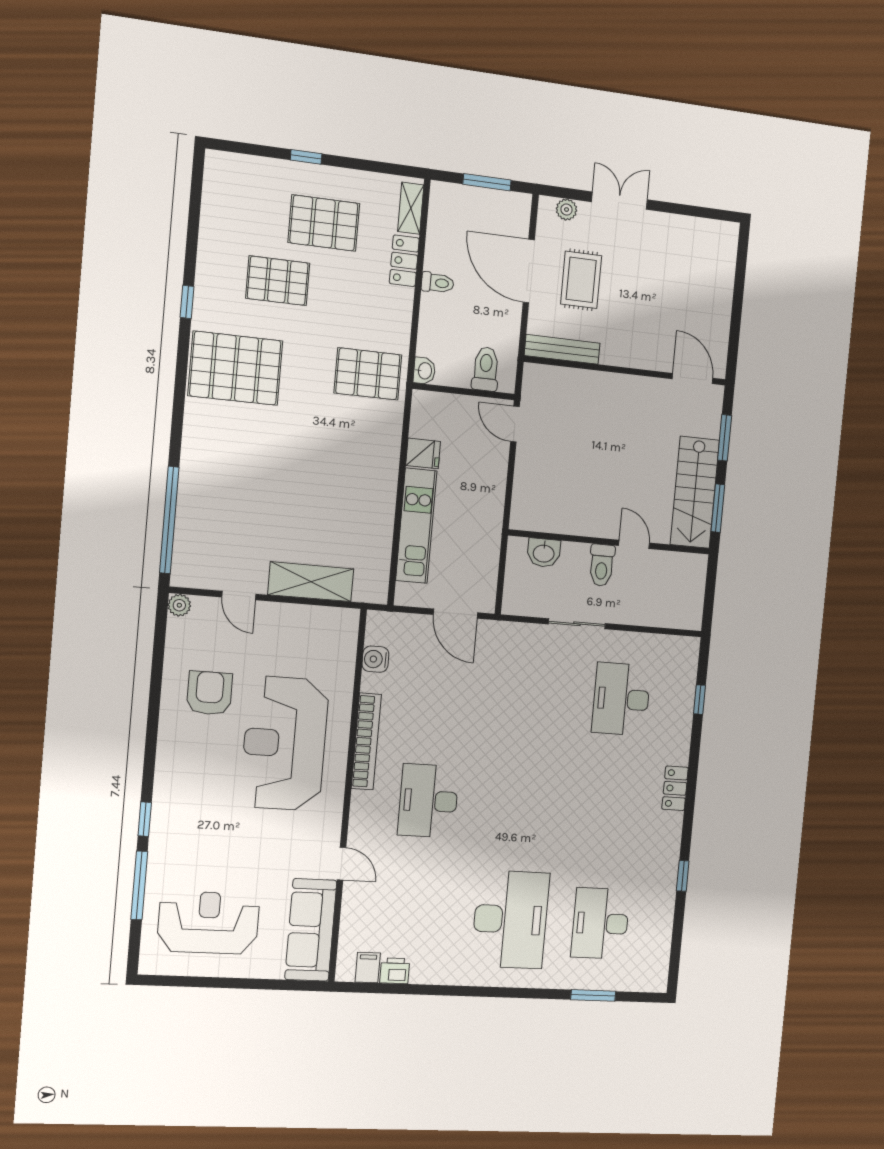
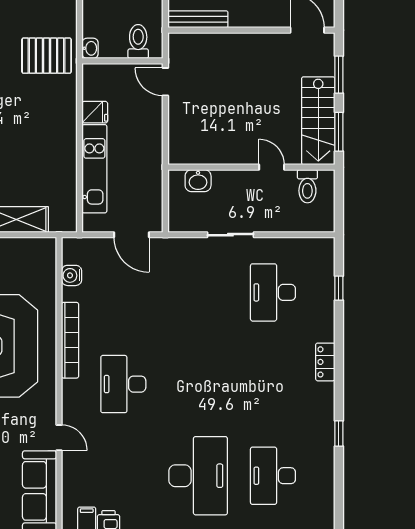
toilet: (602, 565) -> (307, 186), moved

